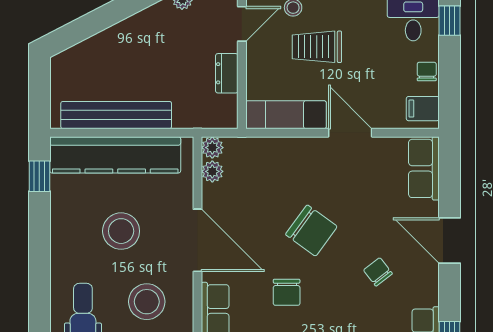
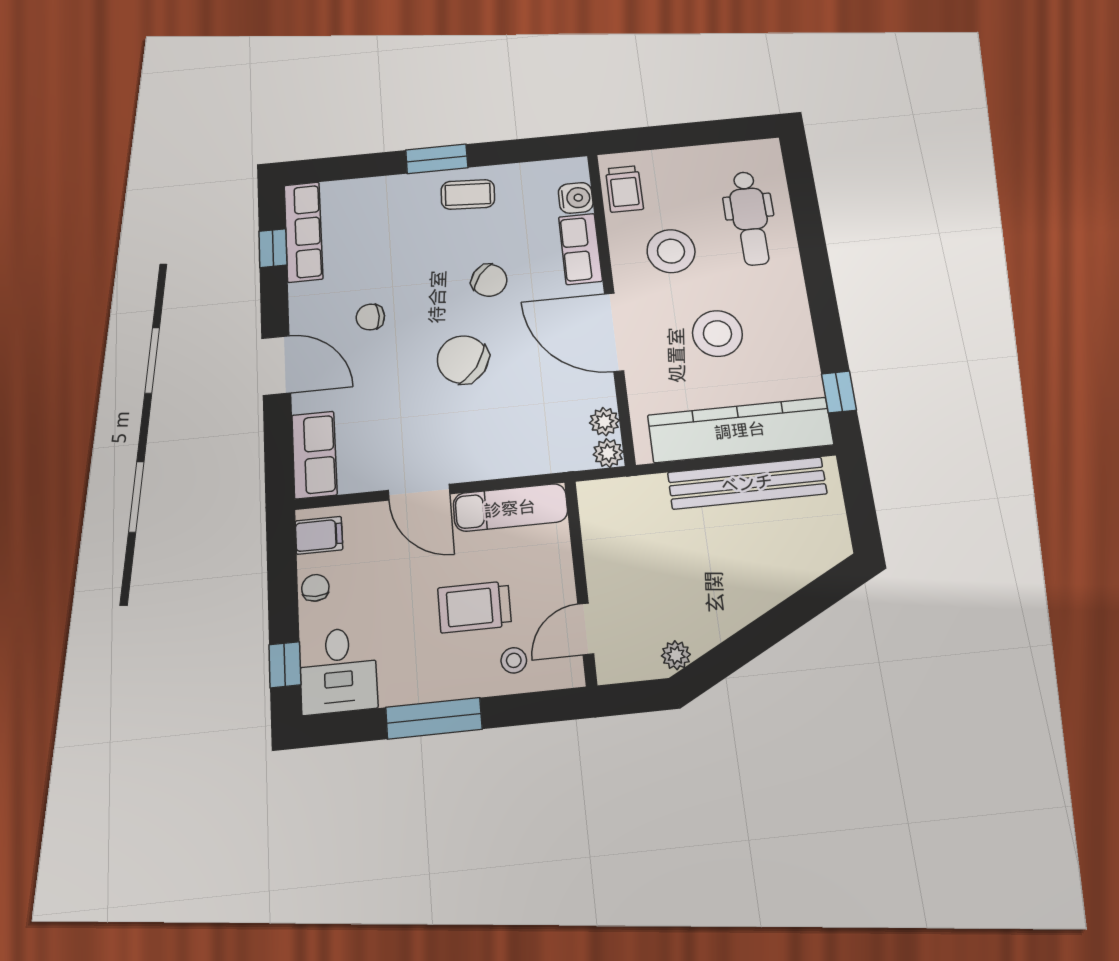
trolley: (317, 47) -> (475, 607), turned 180
chair: (427, 71) -> (315, 588), turned 180
dresser: (227, 73) -> (599, 556), removed
chair: (378, 272) -> (370, 317), turned 128
chair: (287, 292) -> (489, 280), turned 127

